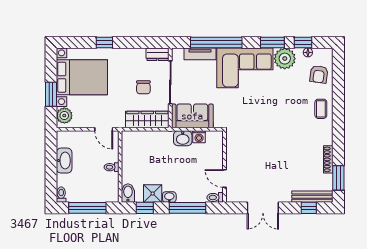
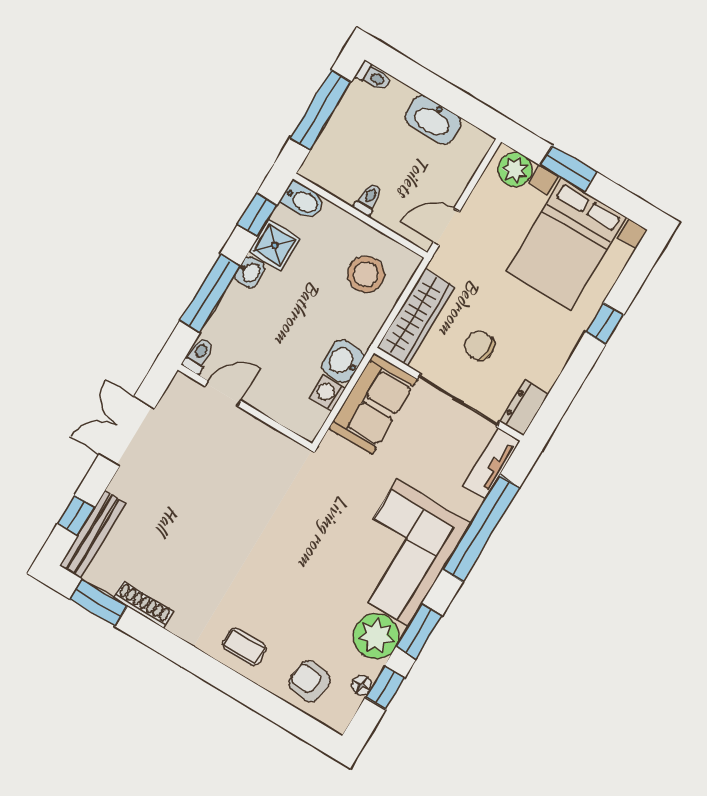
tv unit: (200, 54) -> (492, 463), moved
stool: (142, 150) -> (366, 274), added

